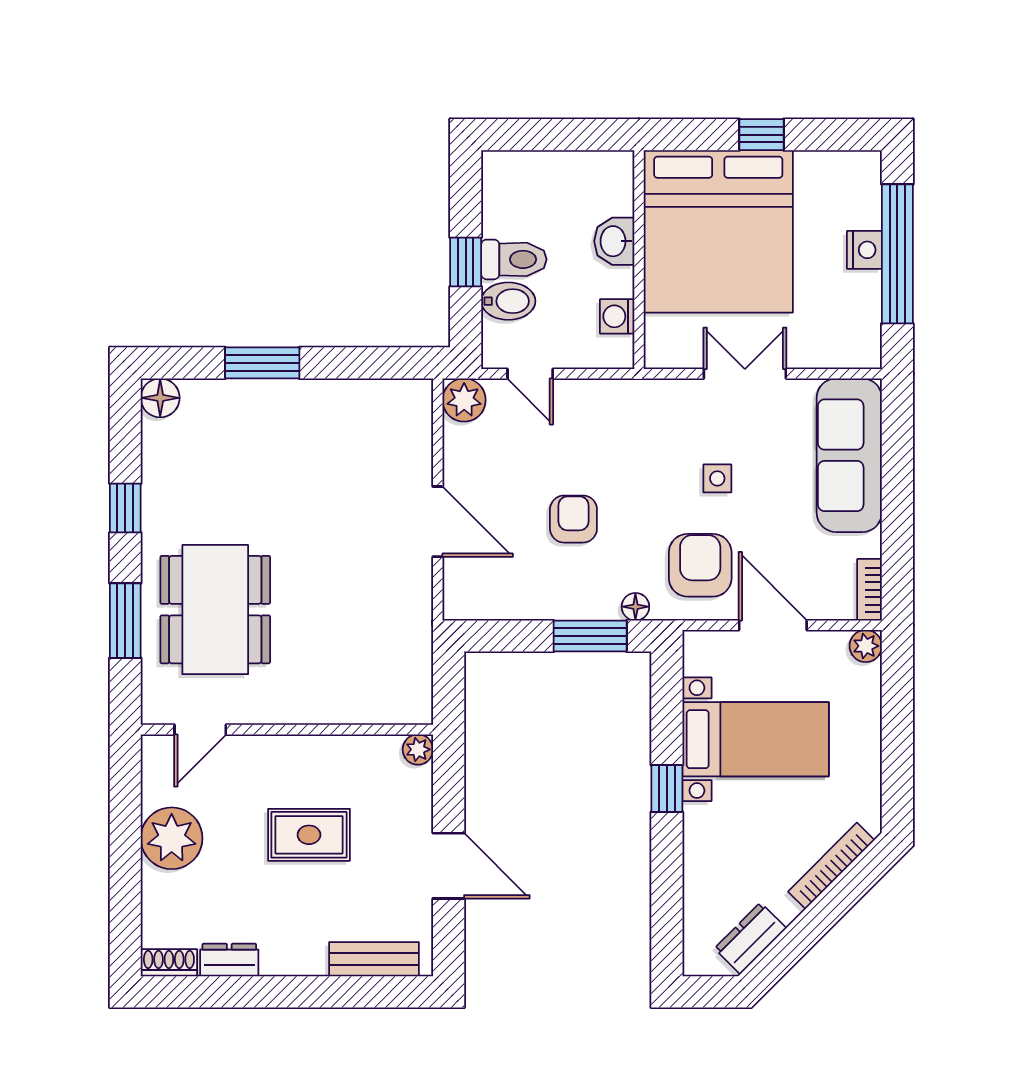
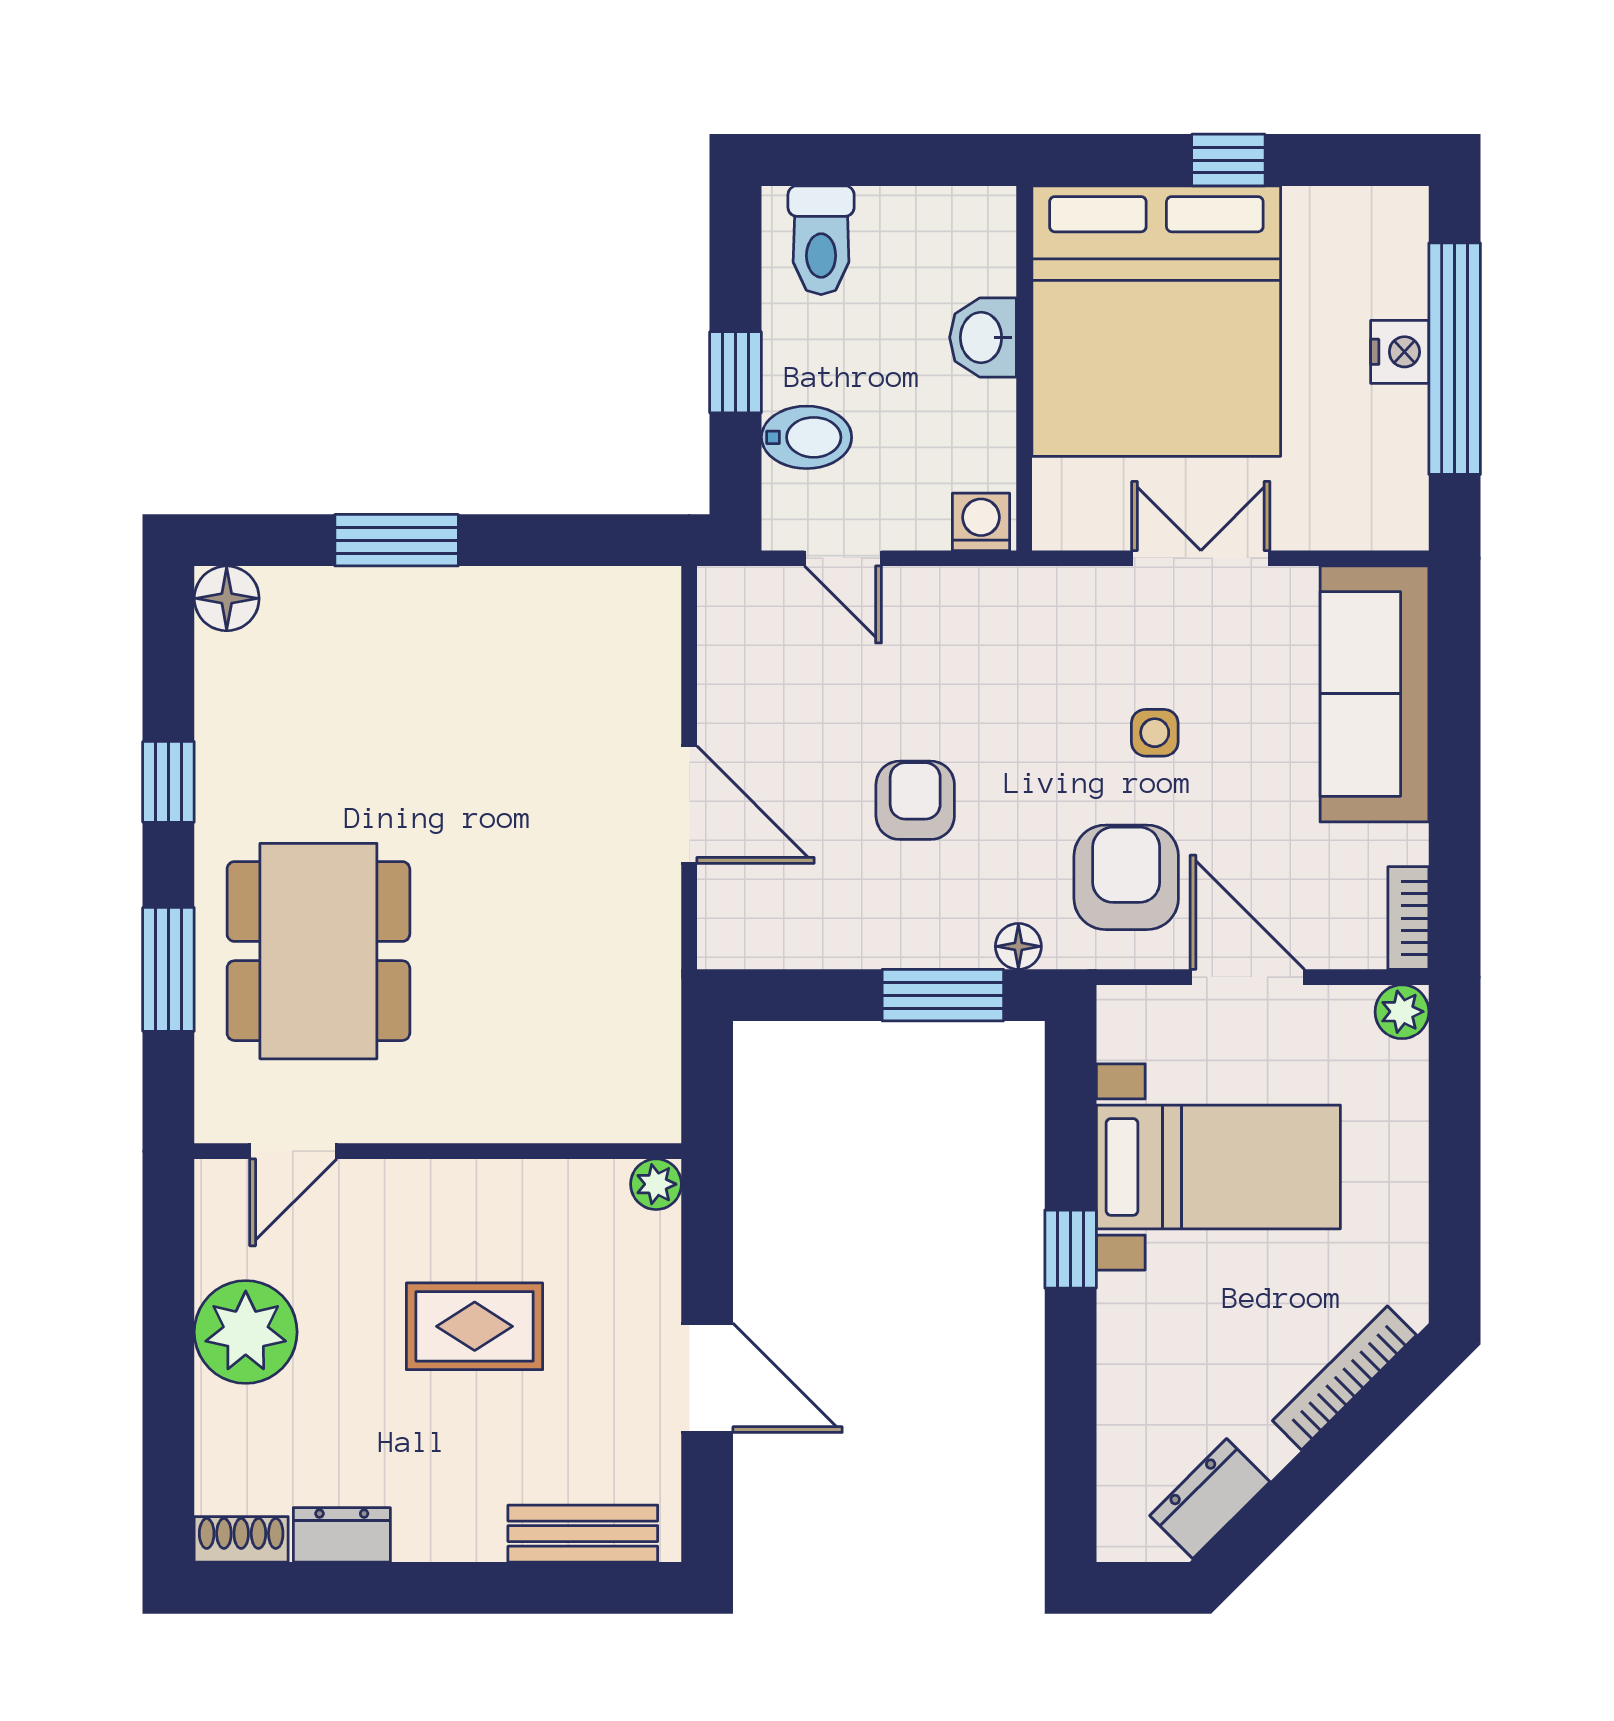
toilet: (514, 259) -> (821, 240), moved, turned 90
washing machine: (617, 316) -> (981, 522), moved, turned 90
plant: (464, 400) -> (733, 602), removed

